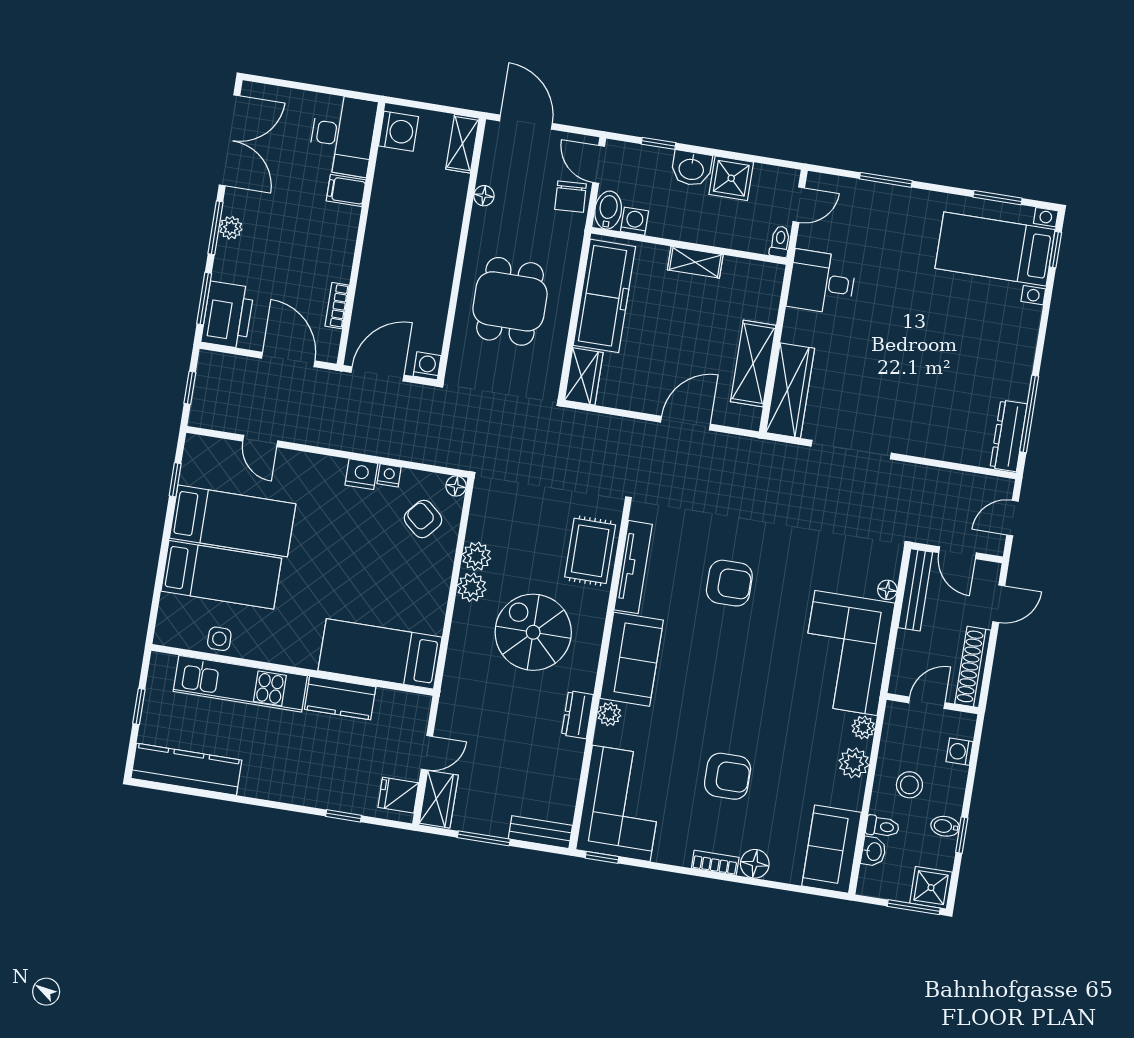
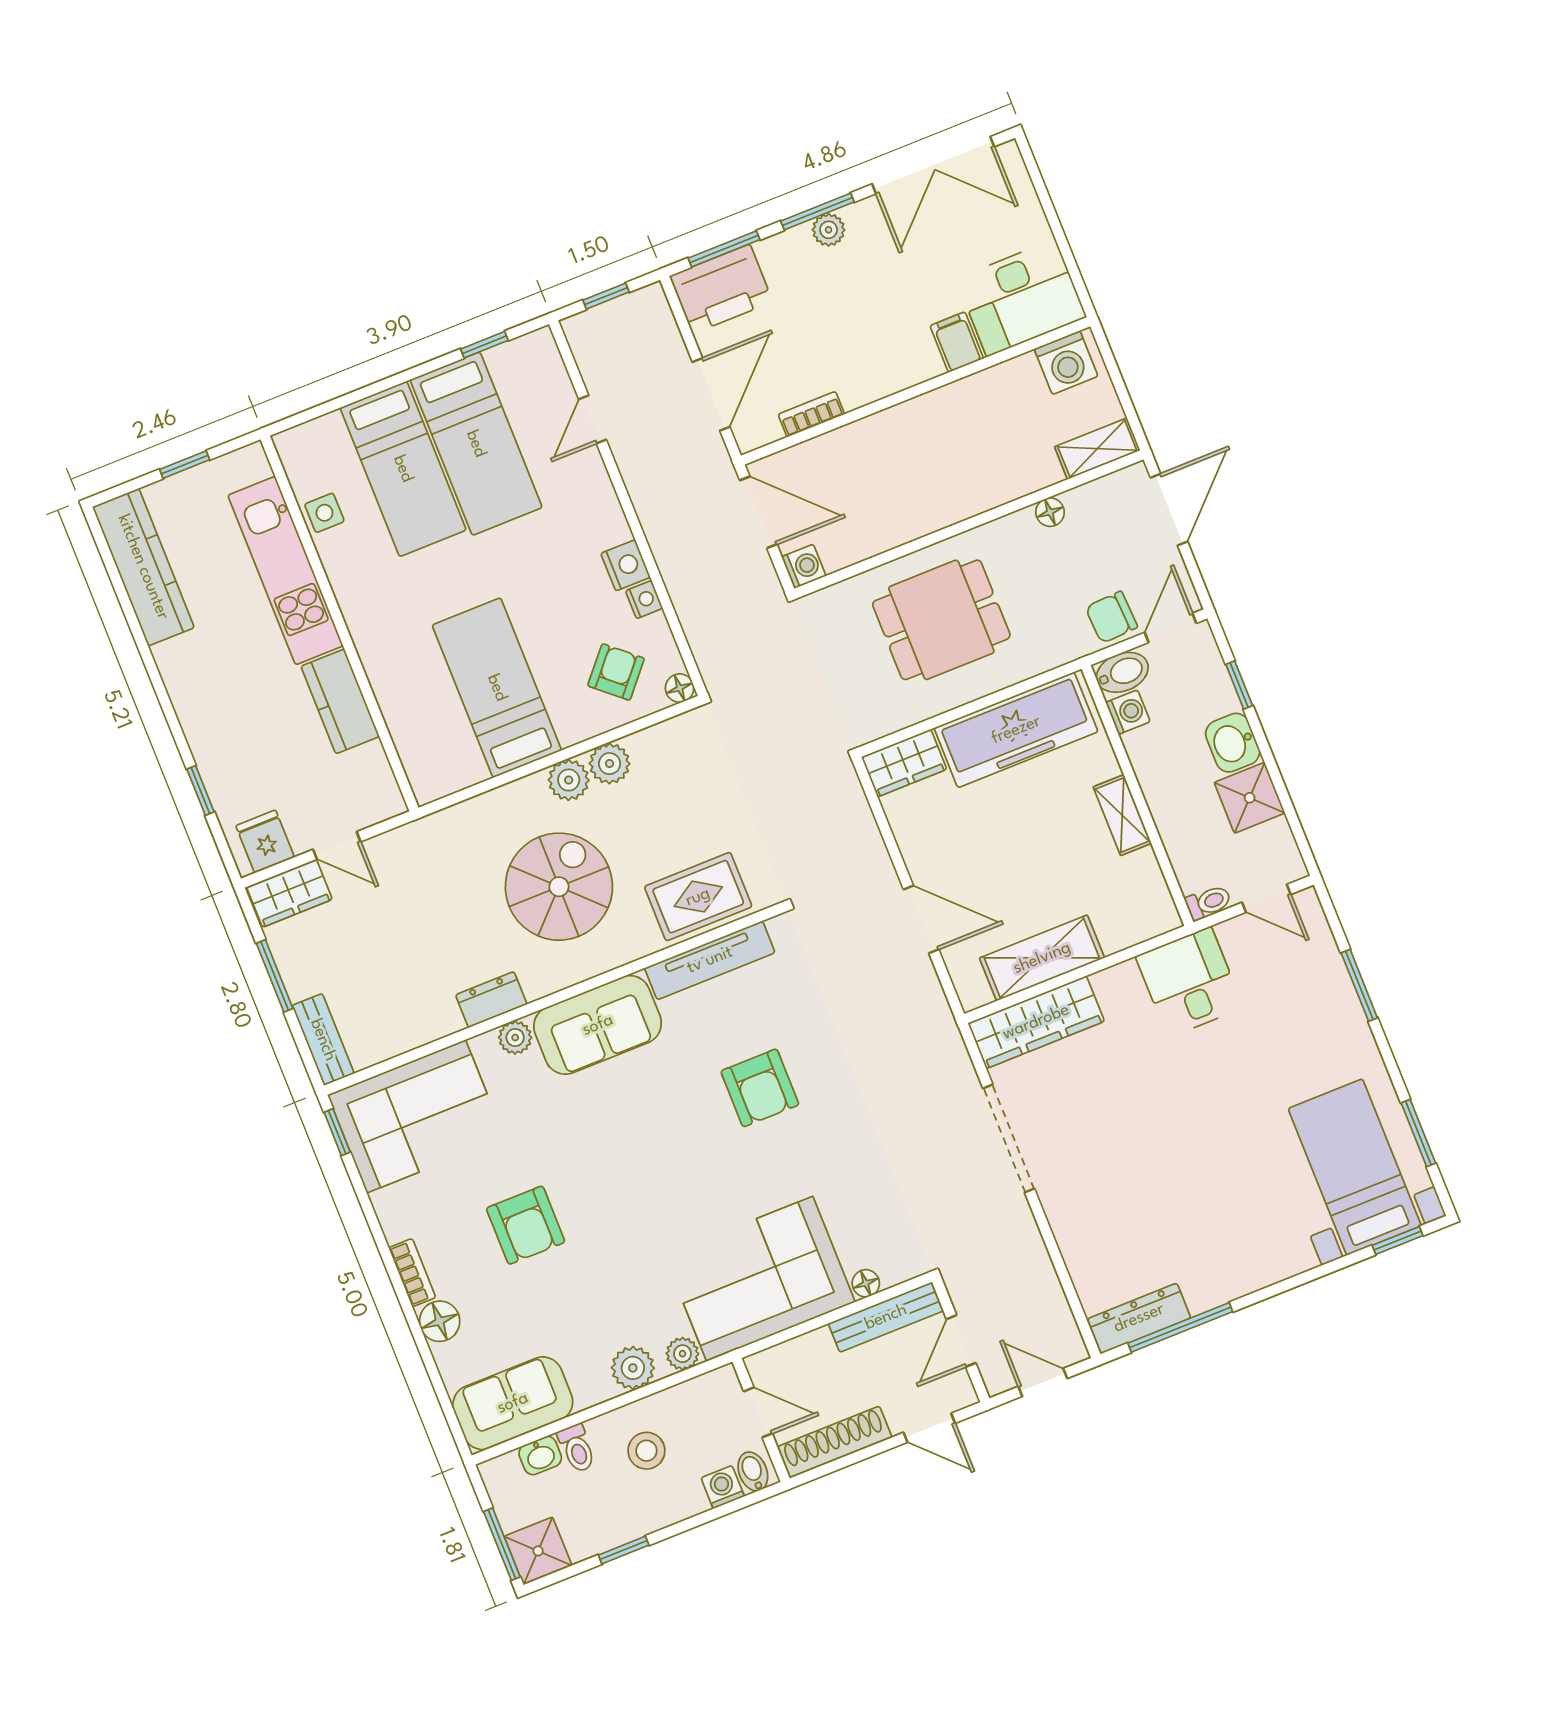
bed: (380, 654) -> (497, 688), moved
bidet: (945, 826) -> (753, 1471), moved

